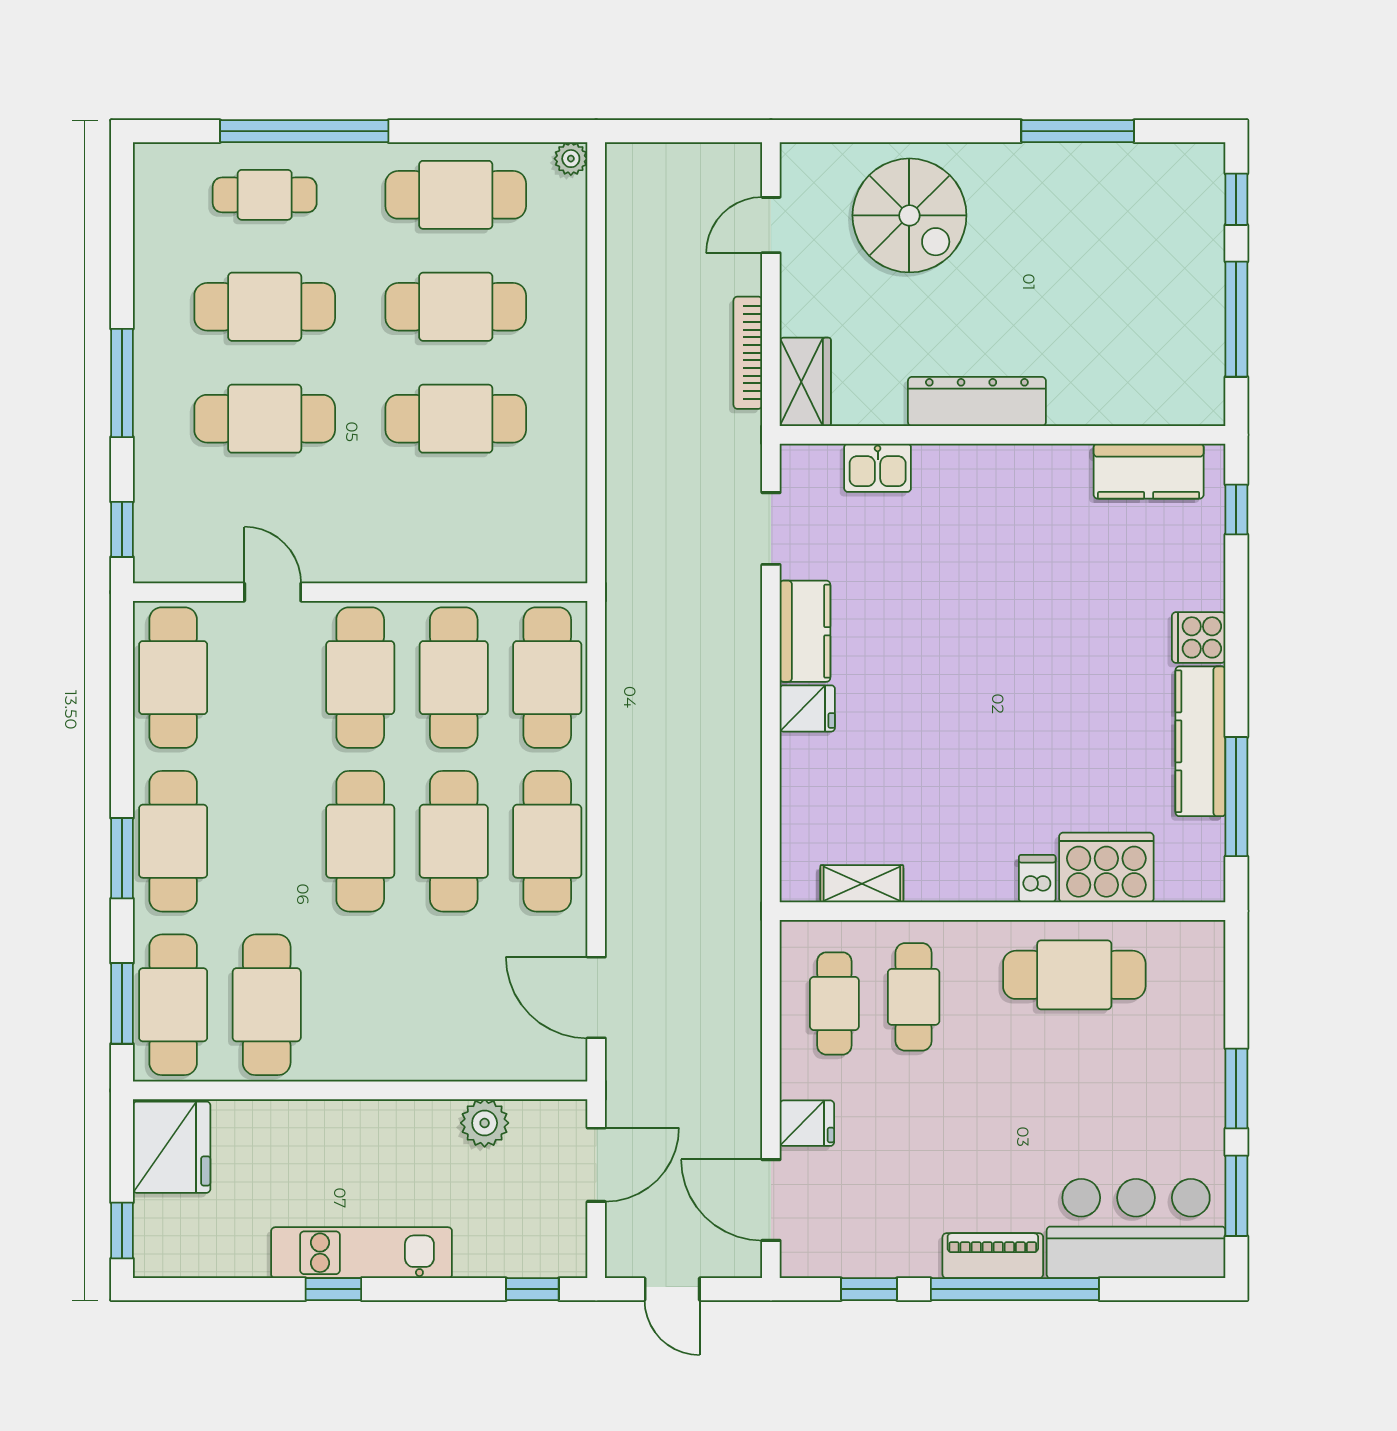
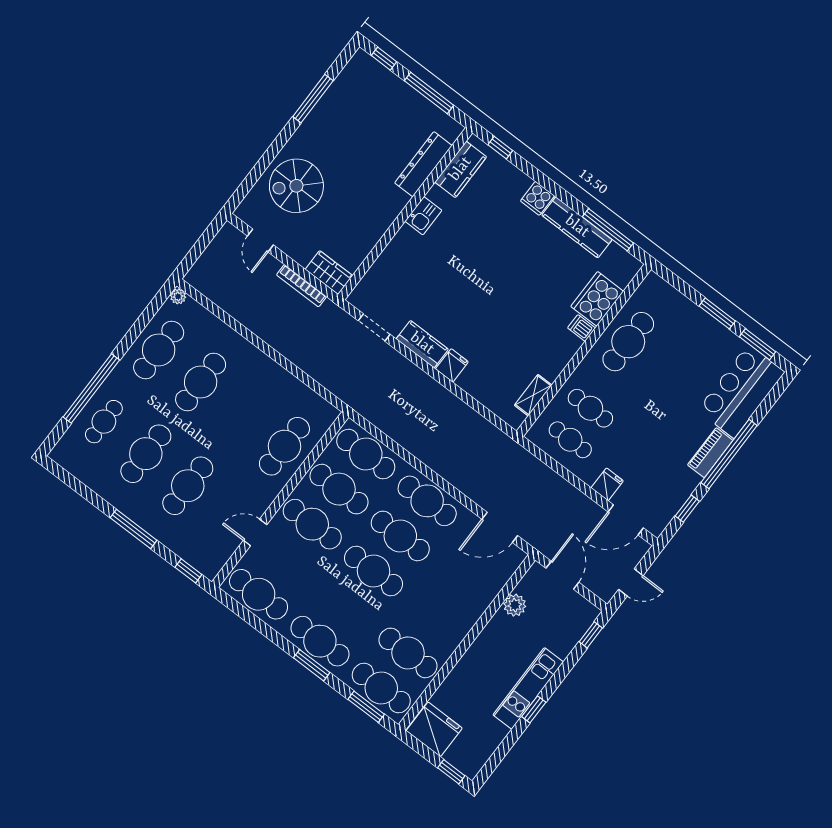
spiral stairs: (909, 215) -> (296, 186), turned 180
dresser: (977, 401) -> (423, 164), moved
cafe table: (456, 419) -> (284, 446), moved
kitchen sink: (878, 468) -> (423, 216), moved

